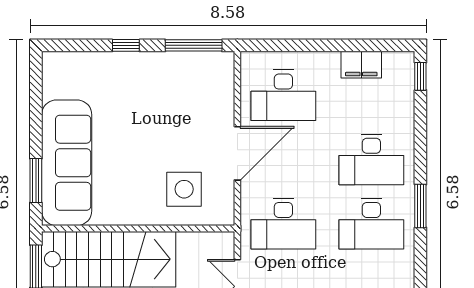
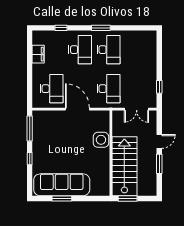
window: (420, 76) -> (61, 28), moved
sofa: (67, 163) -> (62, 185), moved
window: (36, 181) -> (62, 198), moved
side table: (184, 189) -> (101, 140), moved

